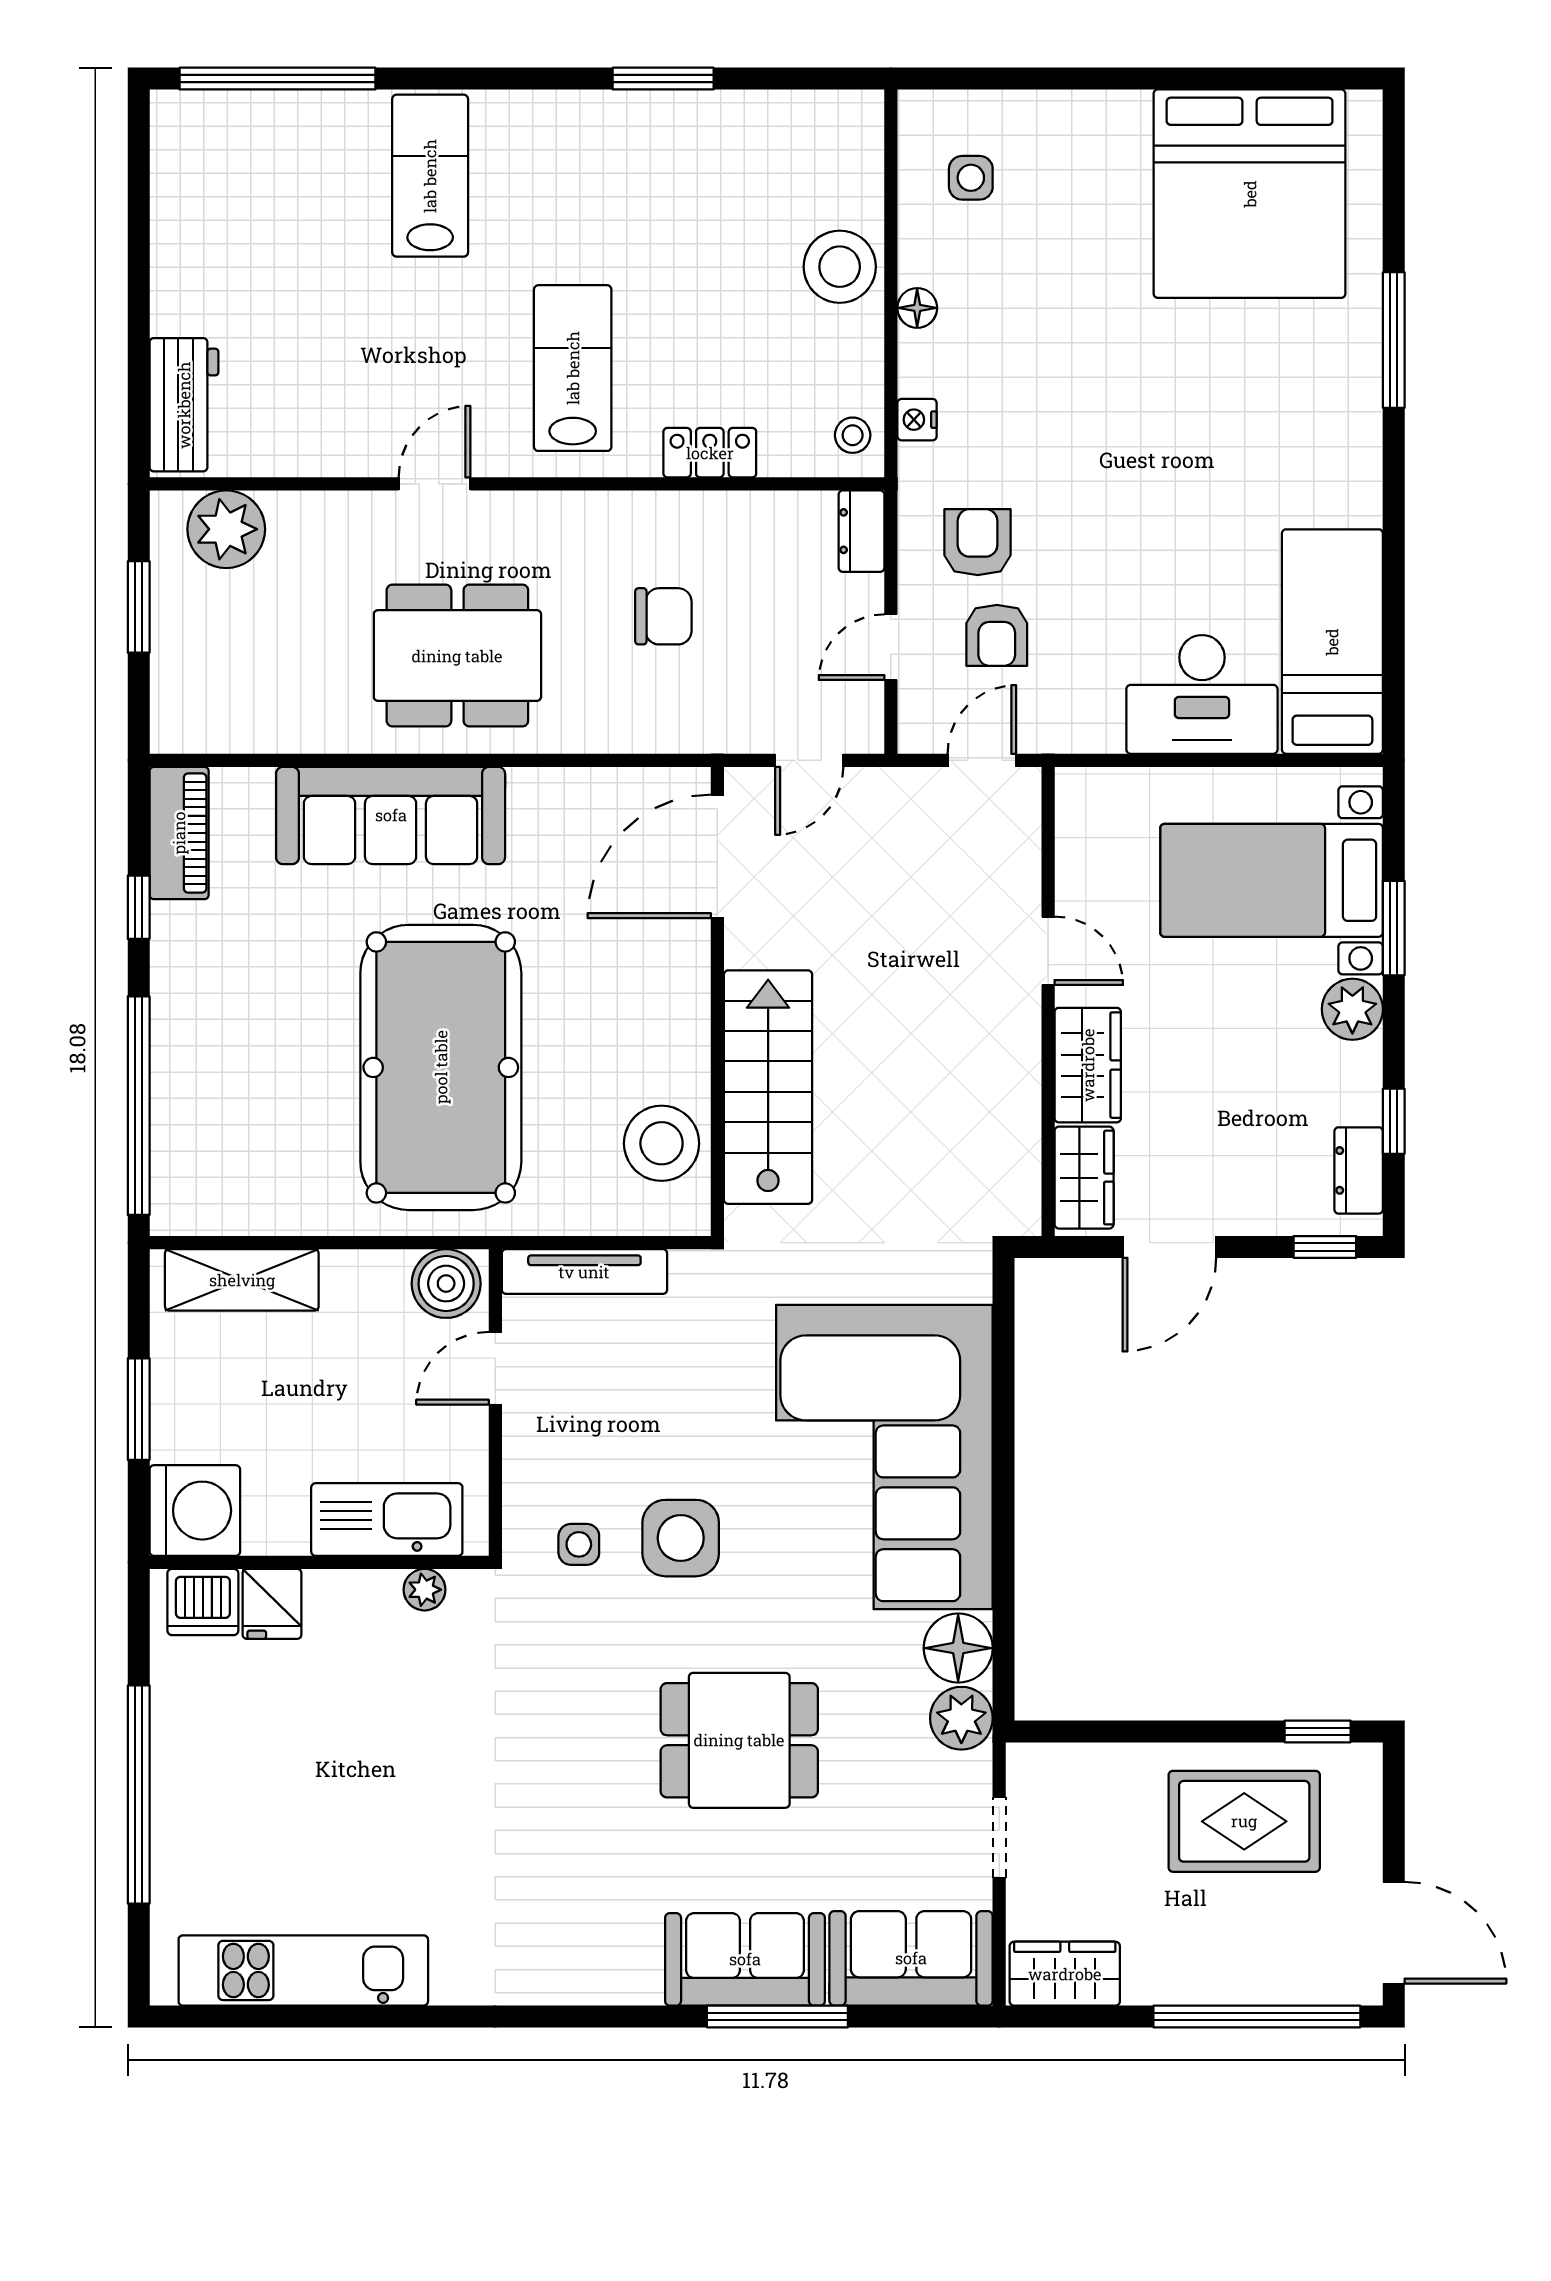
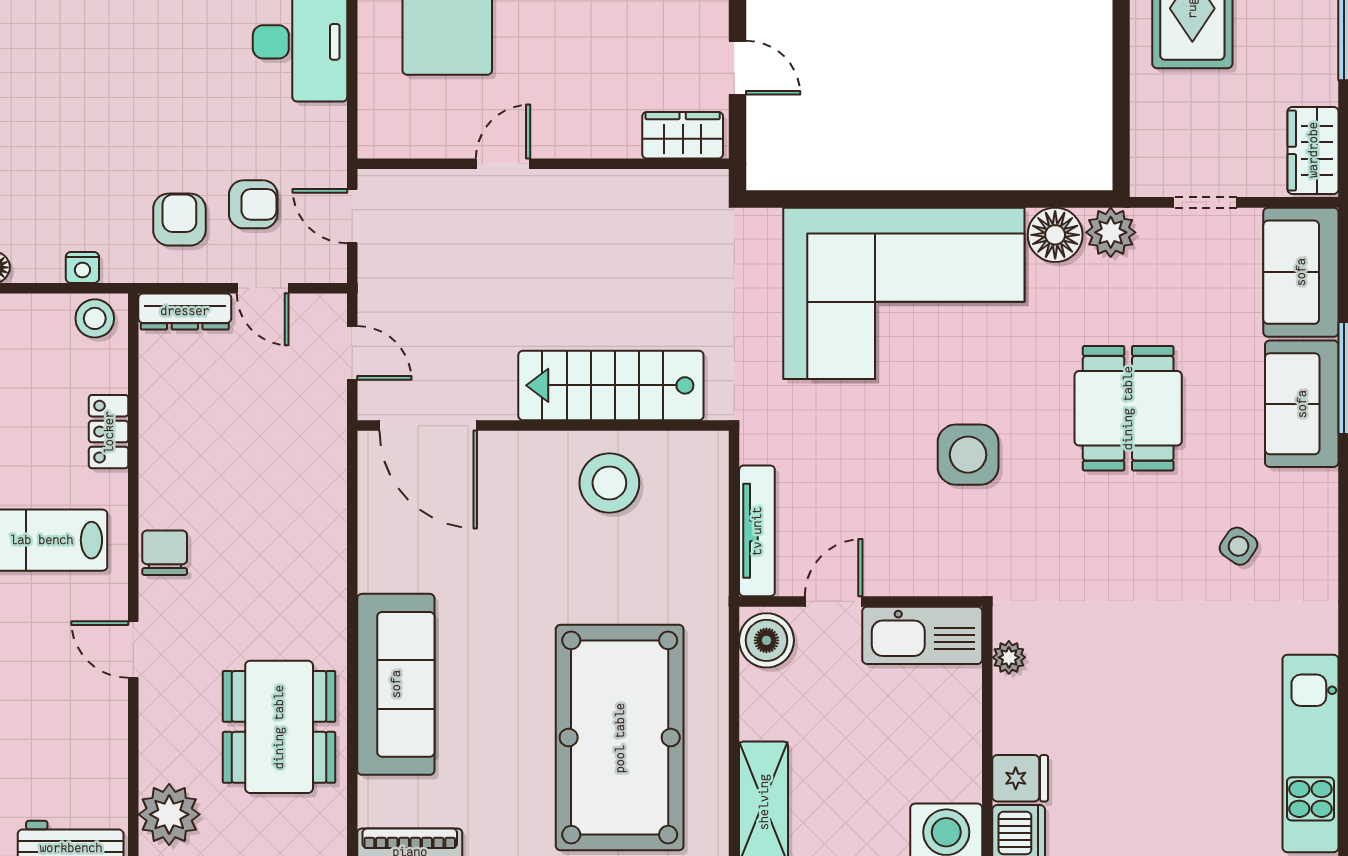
stool: (853, 435) -> (95, 318), width x1.37, depth x1.37
dresser: (861, 531) -> (185, 311), width x1.44
armchair: (978, 542) -> (179, 220), turned 90
chair: (663, 616) -> (165, 553), moved
dining table: (457, 656) -> (279, 727), moved
wardrobe: (1088, 1065) -> (593, 132), removed
pool table: (441, 1067) -> (620, 738), moved, turned 90
stool: (662, 1143) -> (609, 483), moved
door: (1169, 1247) -> (738, 68), width x0.73
door: (495, 1368) -> (834, 601), swing flipped
kitchen sink: (387, 1520) -> (922, 635), moved, turned -90
side table: (579, 1544) -> (1239, 546), moved, turned 35

